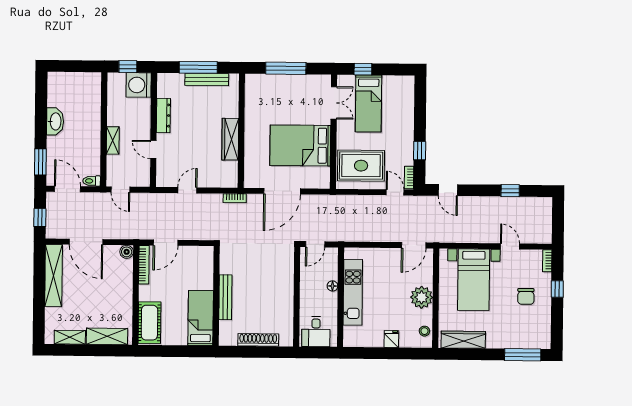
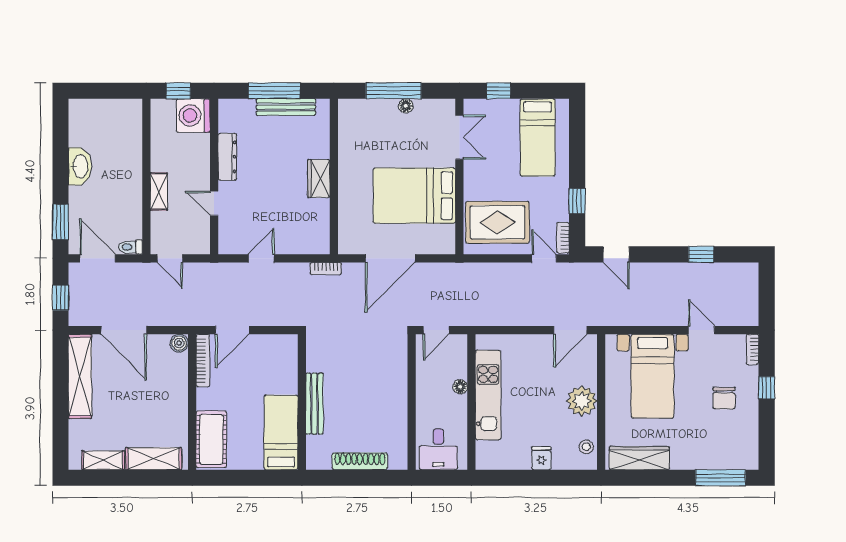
floor lamp: (295, 80) -> (406, 106), added
bed: (368, 103) -> (538, 137), moved
wardrobe: (230, 139) -> (319, 179), width x0.67

